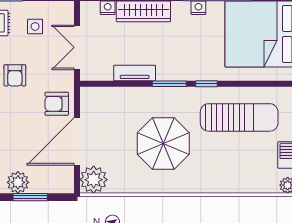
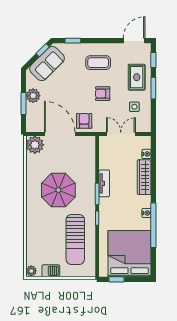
tv unit: (135, 73) -> (104, 183), moved

